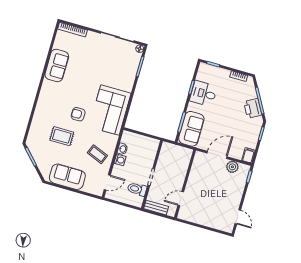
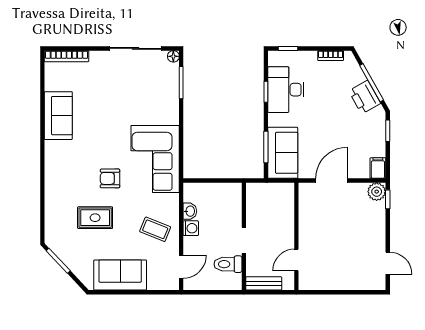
desk: (203, 94) -> (286, 90), width x1.37
plant: (232, 167) -> (377, 192), moved

